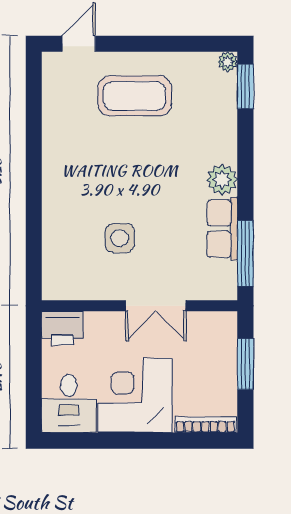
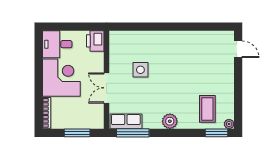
coffee table: (135, 96) -> (207, 109), moved, width x0.73, depth x0.76
row of seats: (222, 229) -> (126, 121), moved

